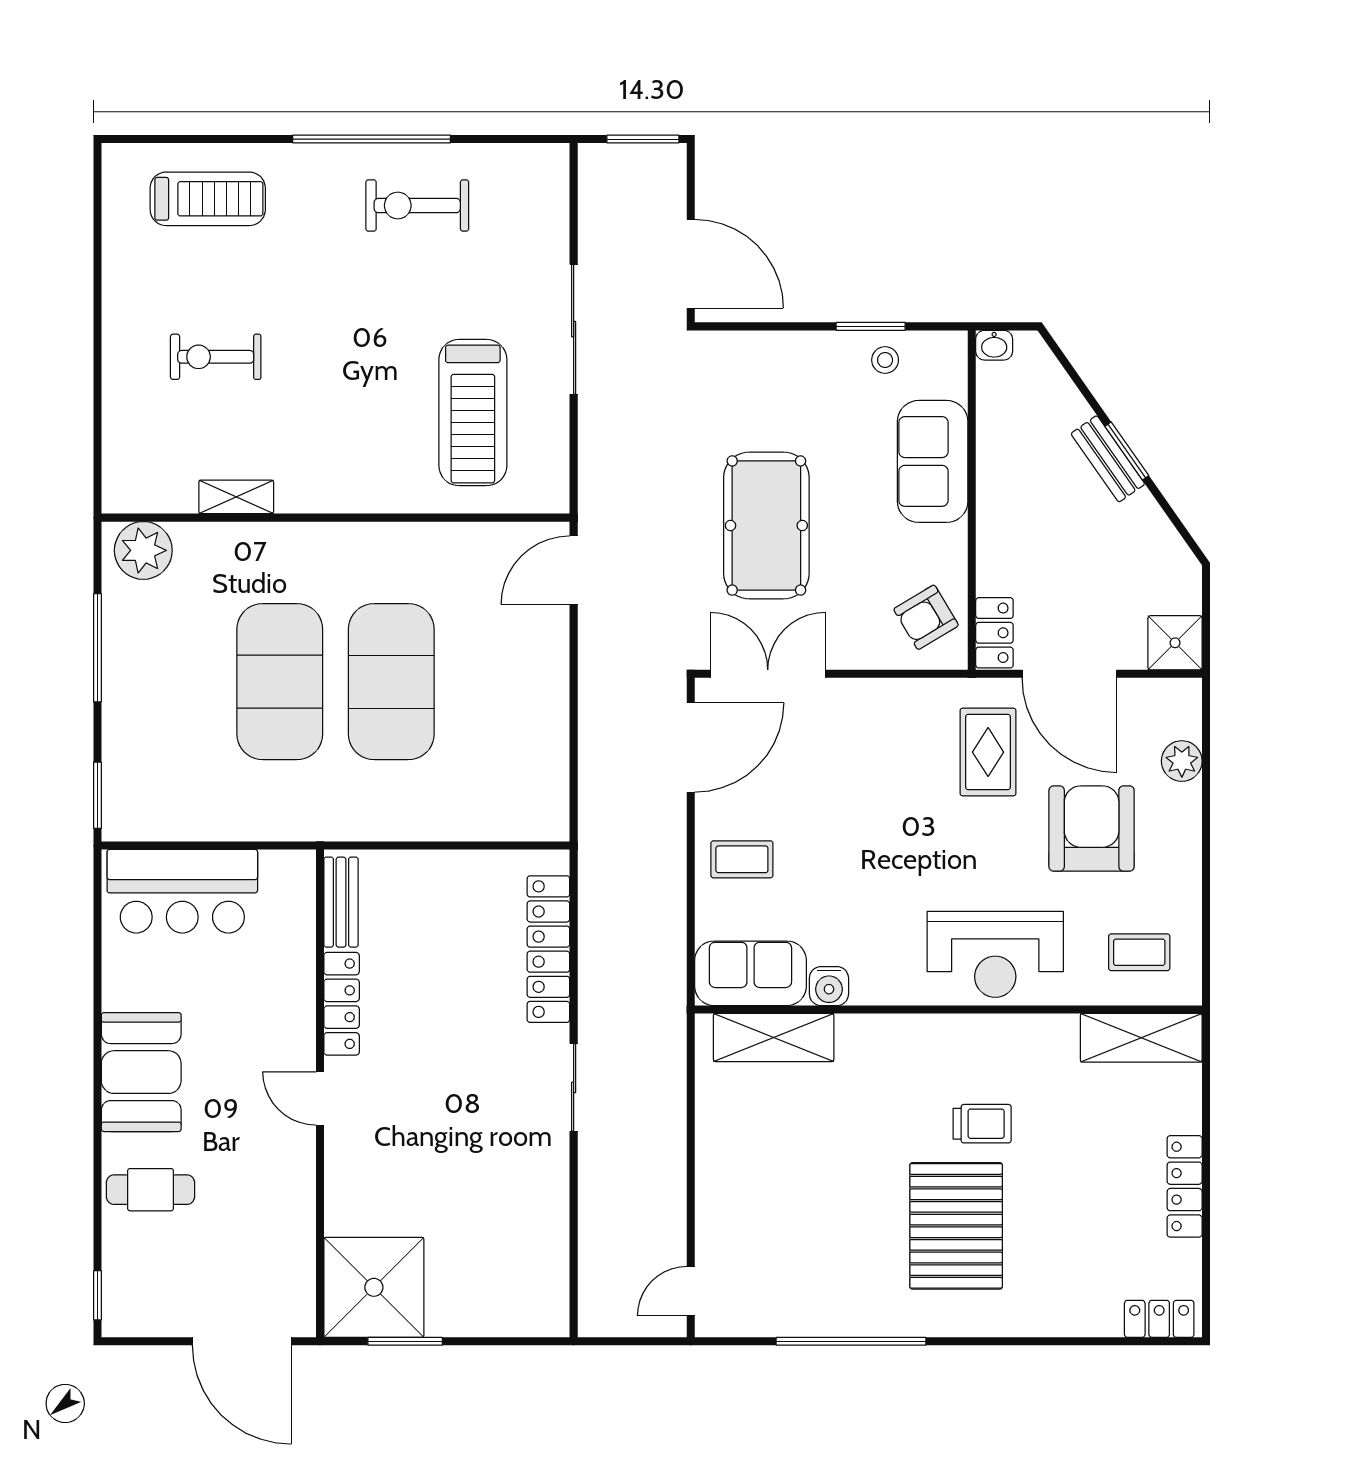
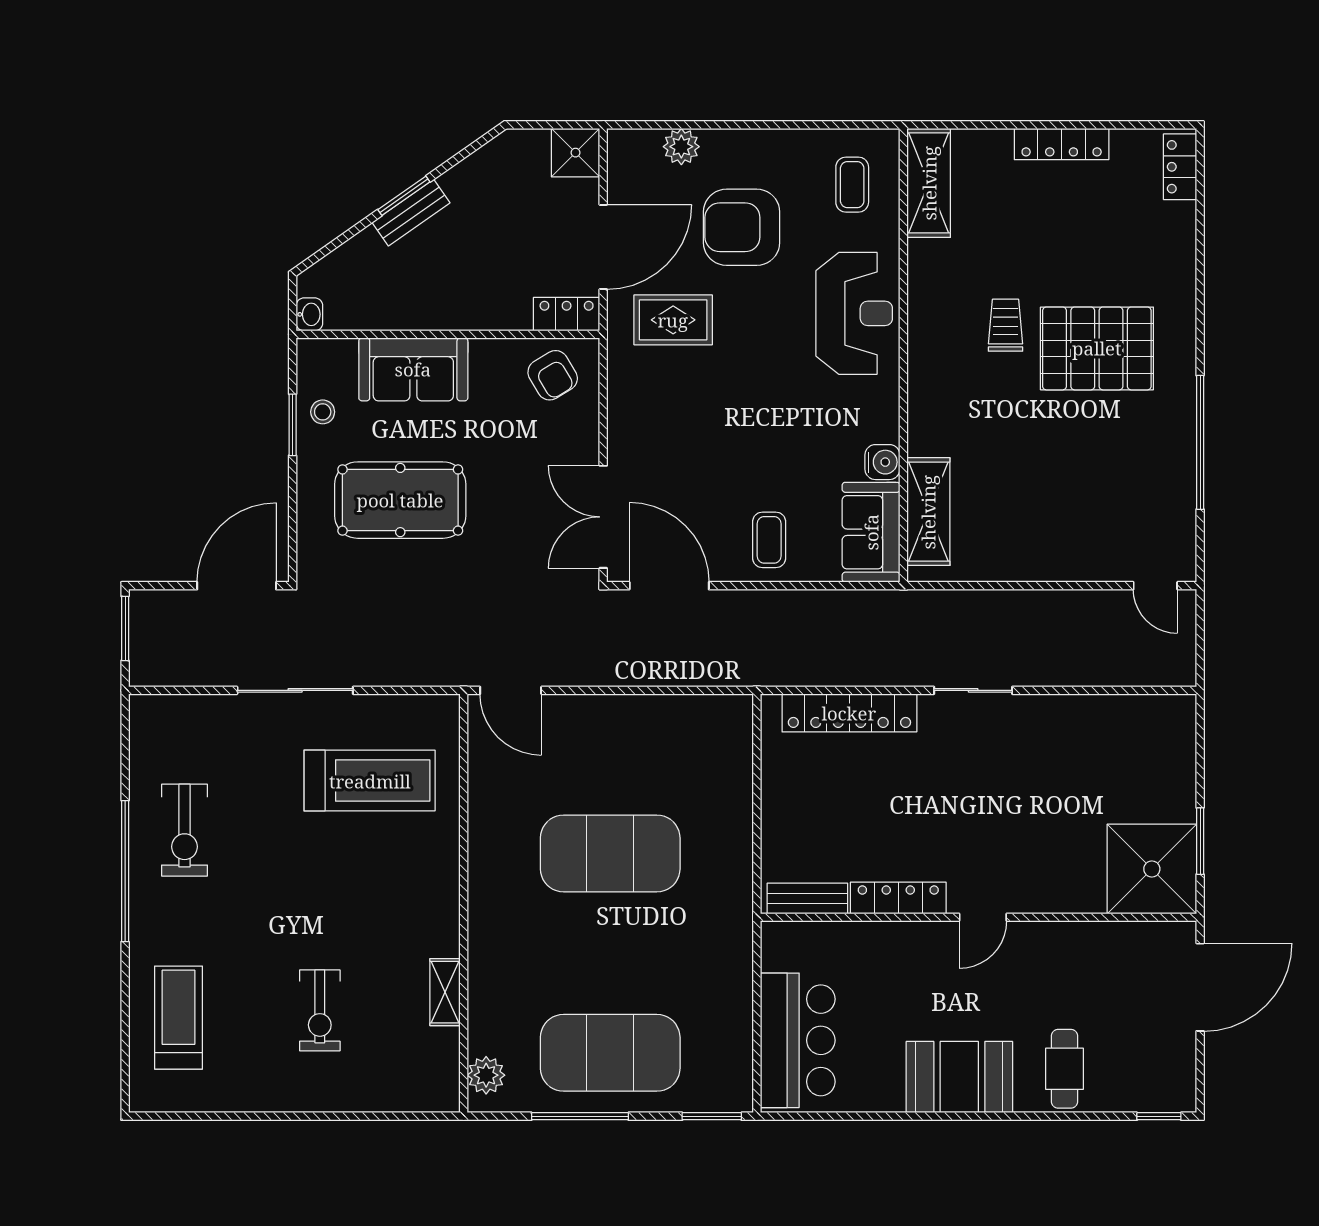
pool table: (766, 526) -> (400, 500), moved
plant: (143, 550) -> (486, 1075), width x0.73, depth x0.73
exercise mat: (280, 682) -> (610, 1053), moved

